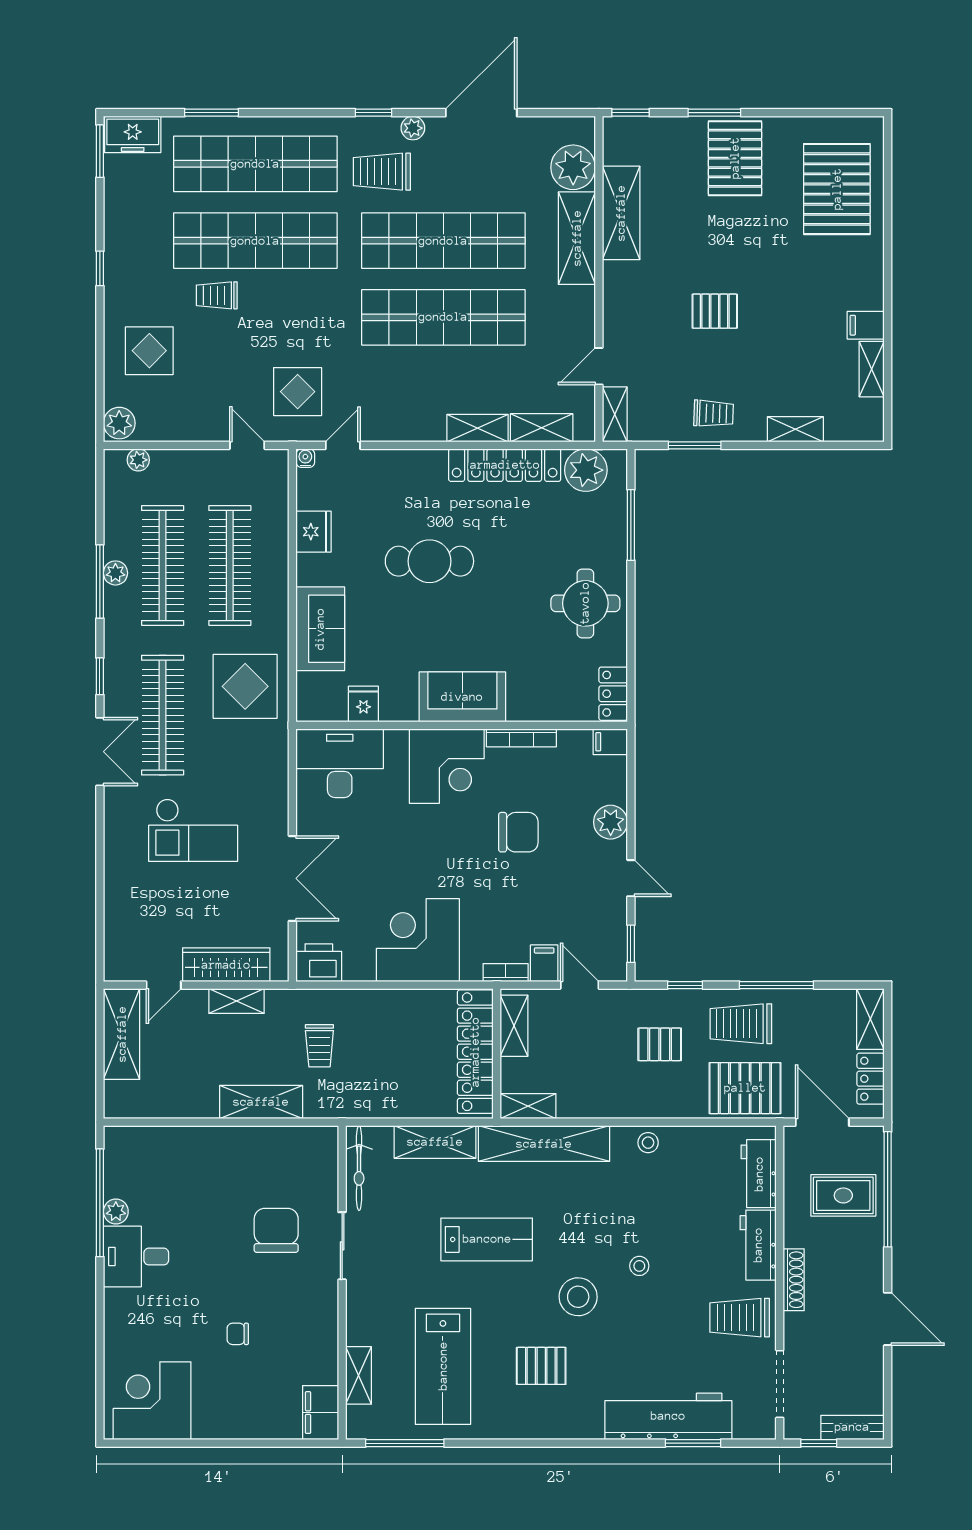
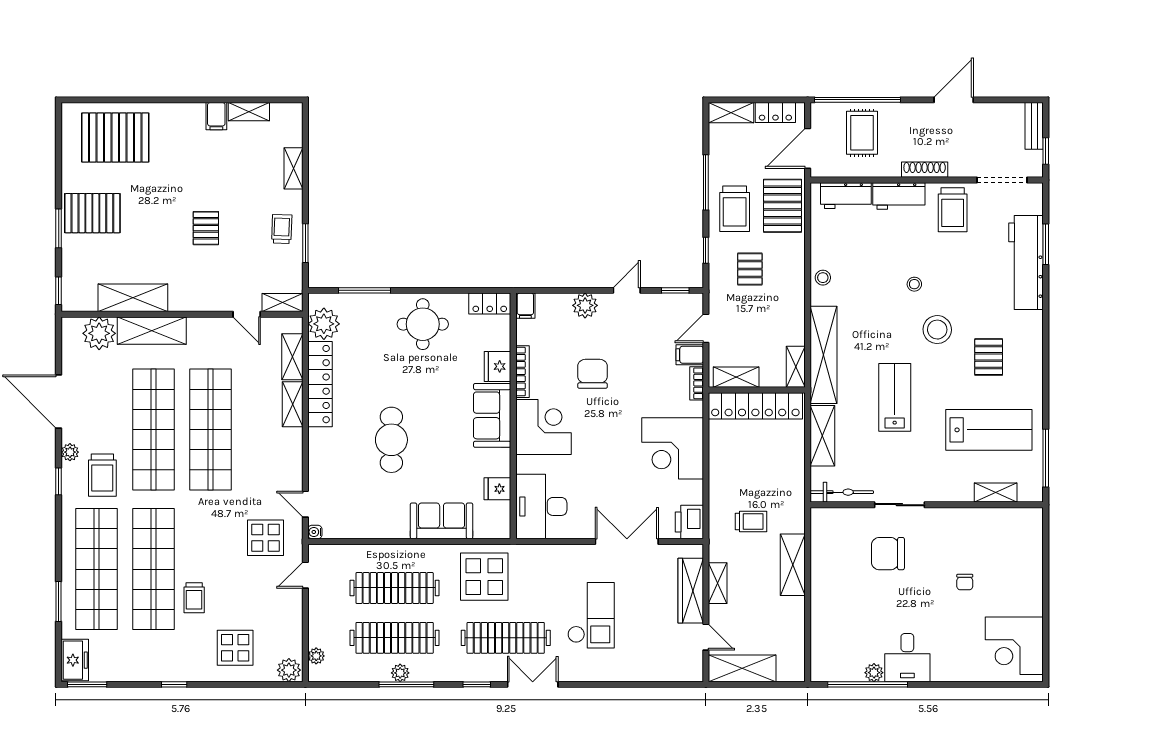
fridge: (314, 532) -> (498, 366), moved, turned -90
filing cabinet: (321, 1413) -> (1023, 521), removed

